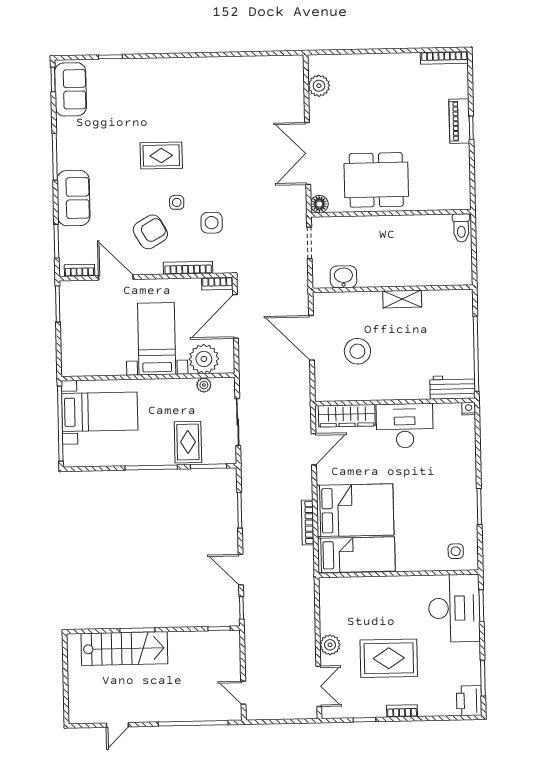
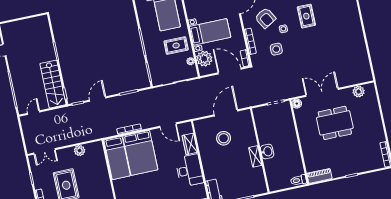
piano: (459, 121) -> (319, 176), moved
dining table: (376, 180) -> (335, 123), moved, turned 90
washbasin: (343, 277) -> (267, 152), moved
wardrobe: (347, 416) -> (190, 144), width x0.67
rug: (188, 442) -> (176, 45), moved
plant: (330, 645) -> (80, 151), moved
stairs: (124, 649) -> (53, 84), moved

